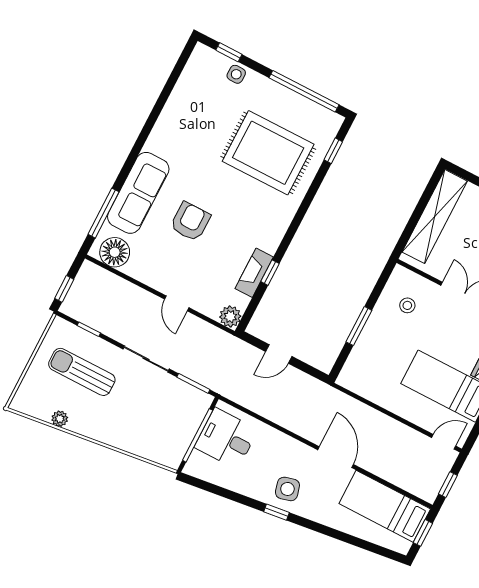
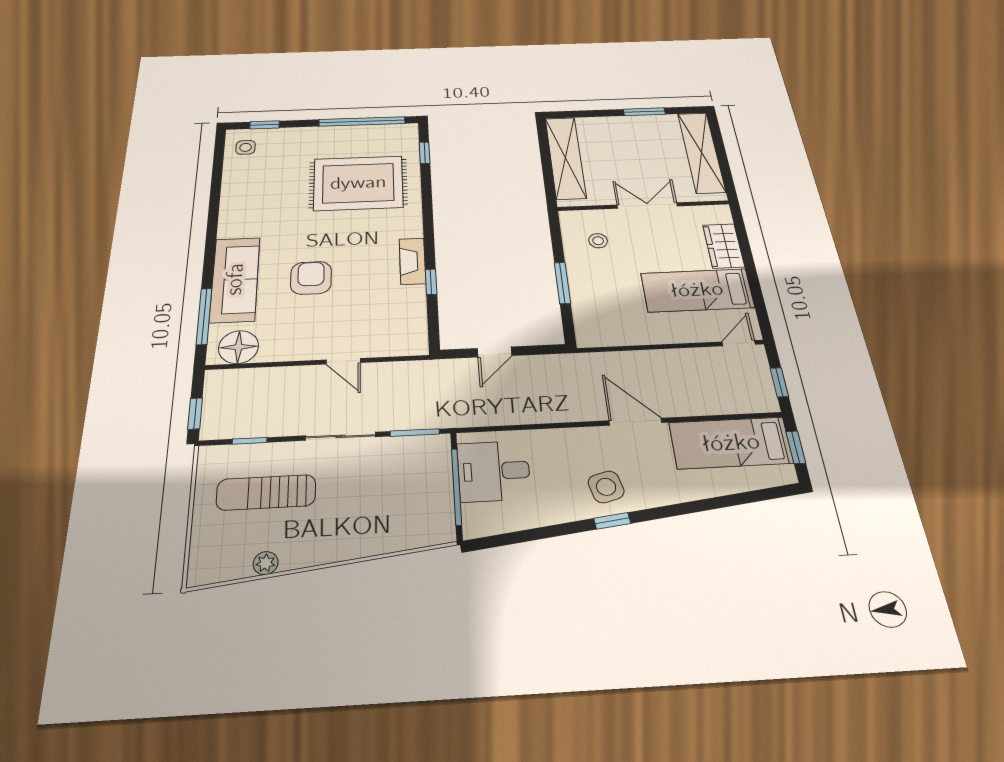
side table: (236, 74) -> (246, 147), moved
fireplace: (254, 273) -> (412, 261), moved
plant: (230, 317) -> (414, 344), removed

